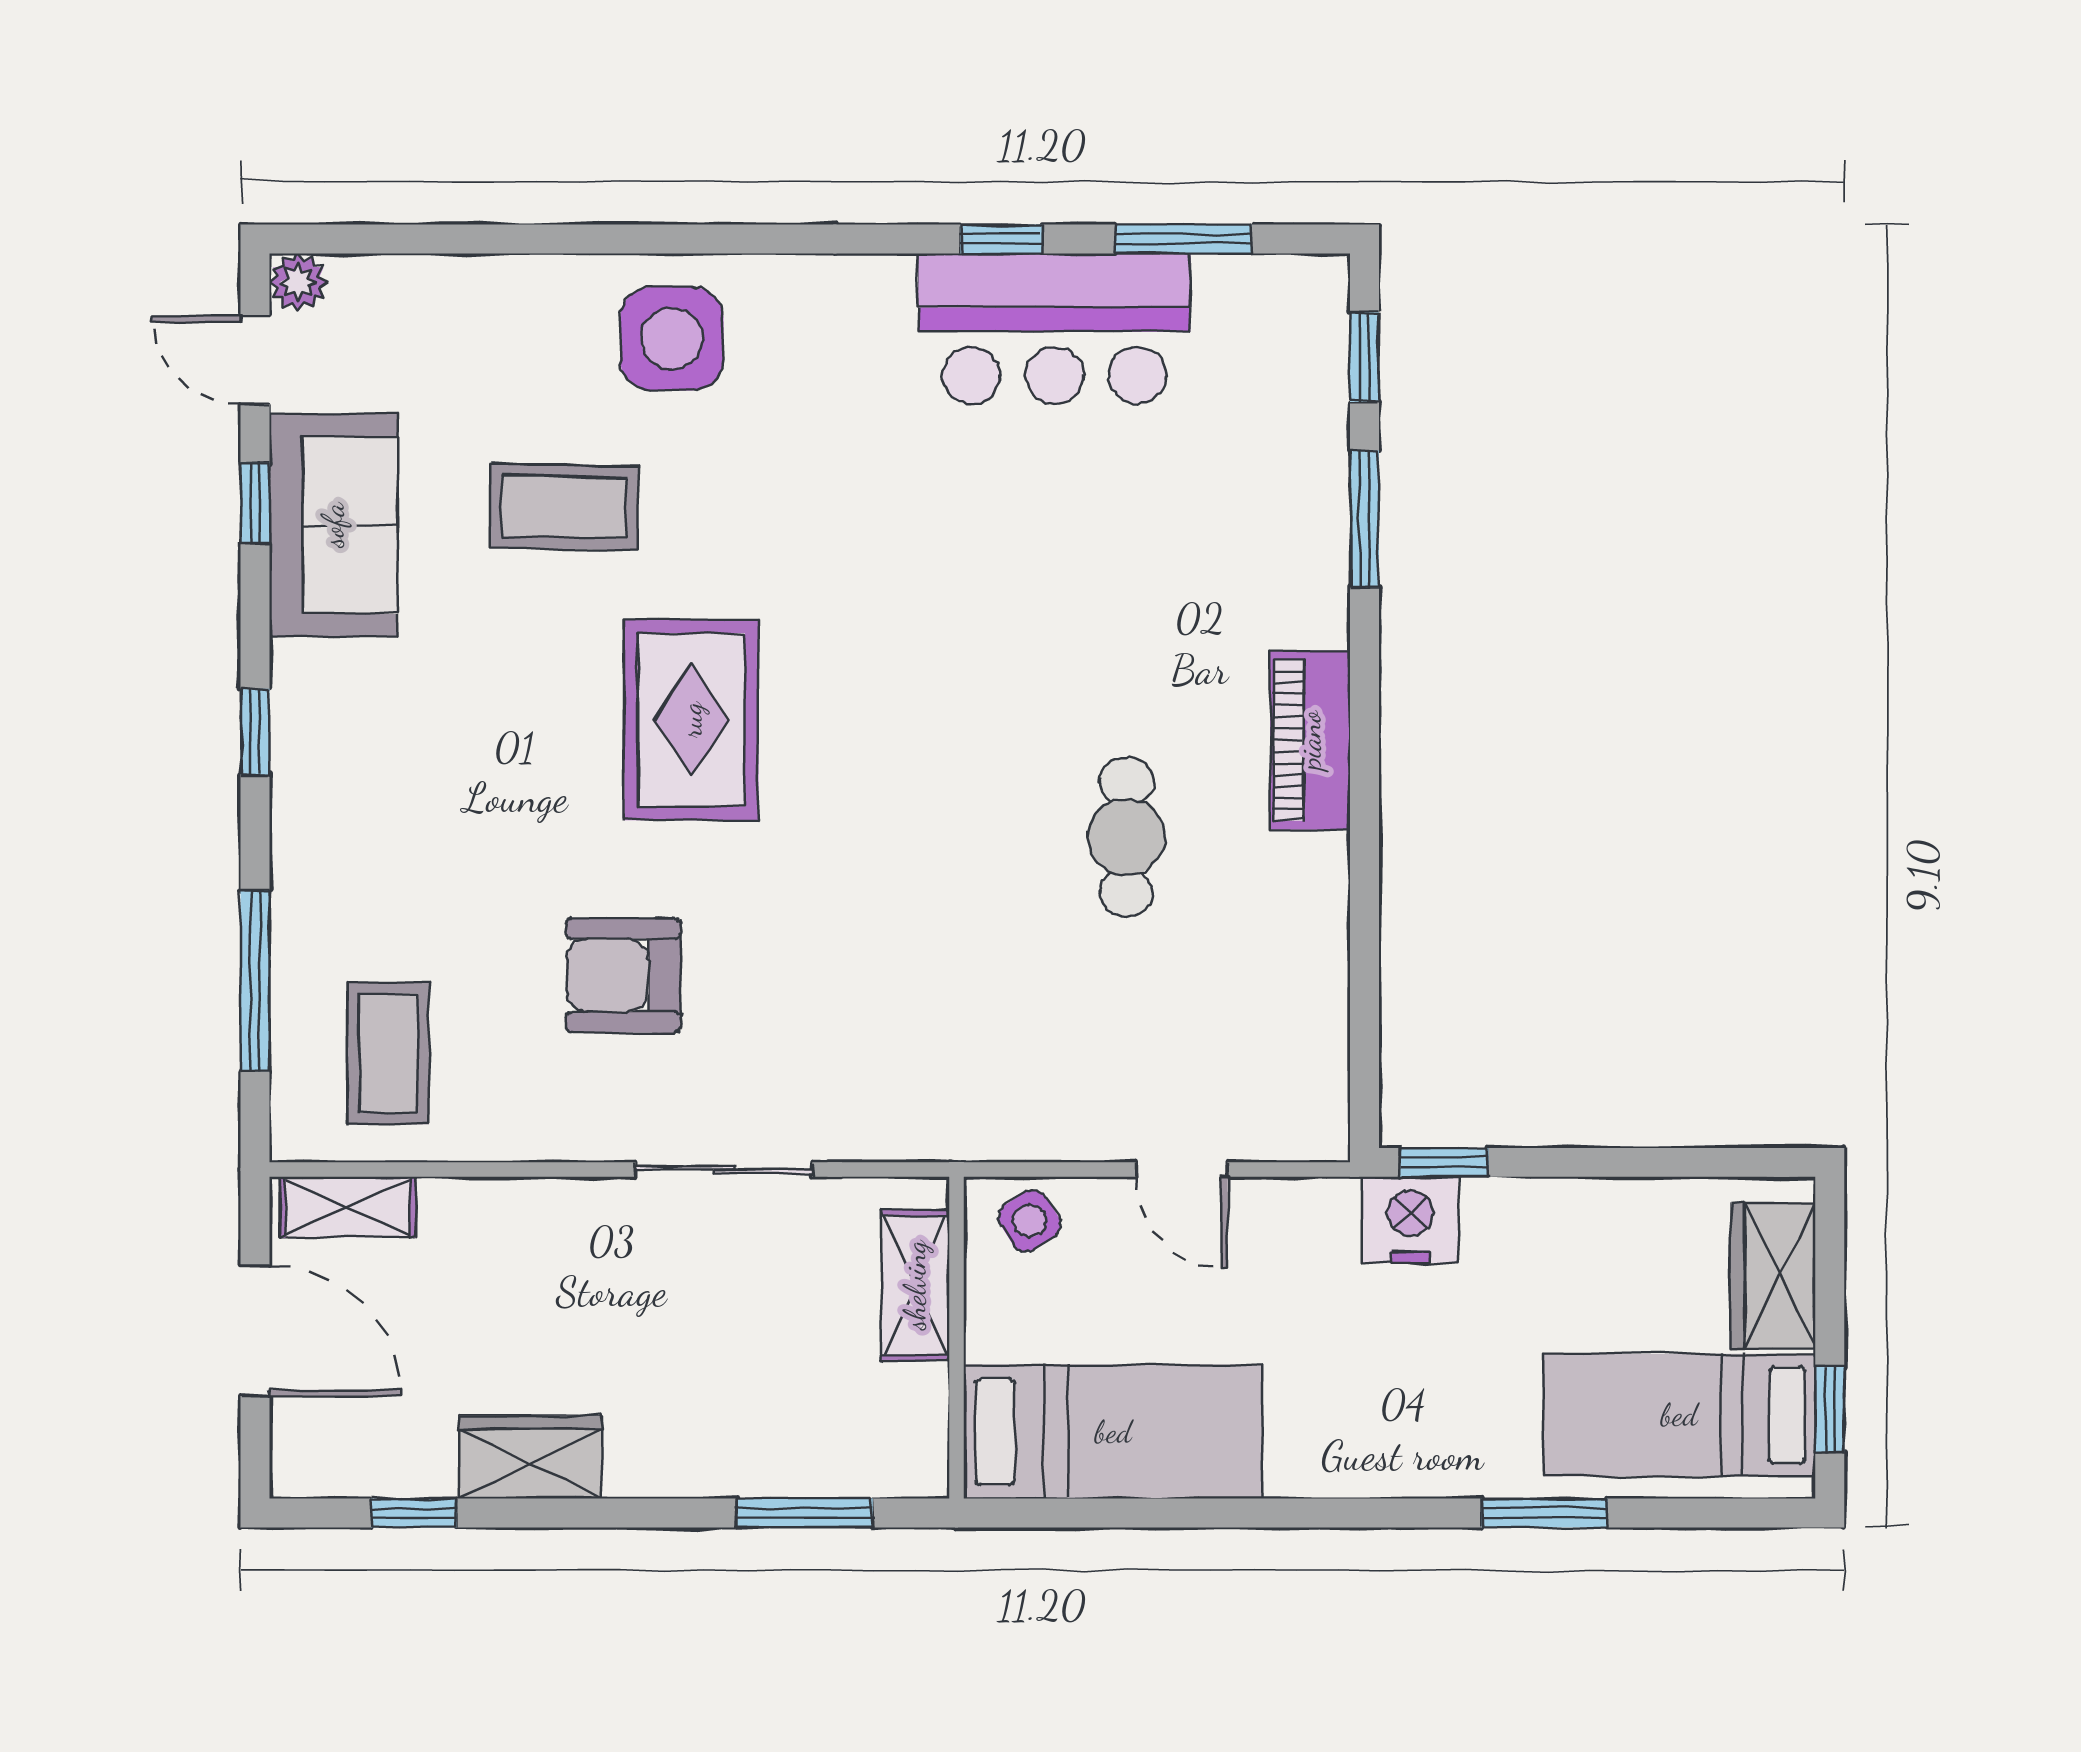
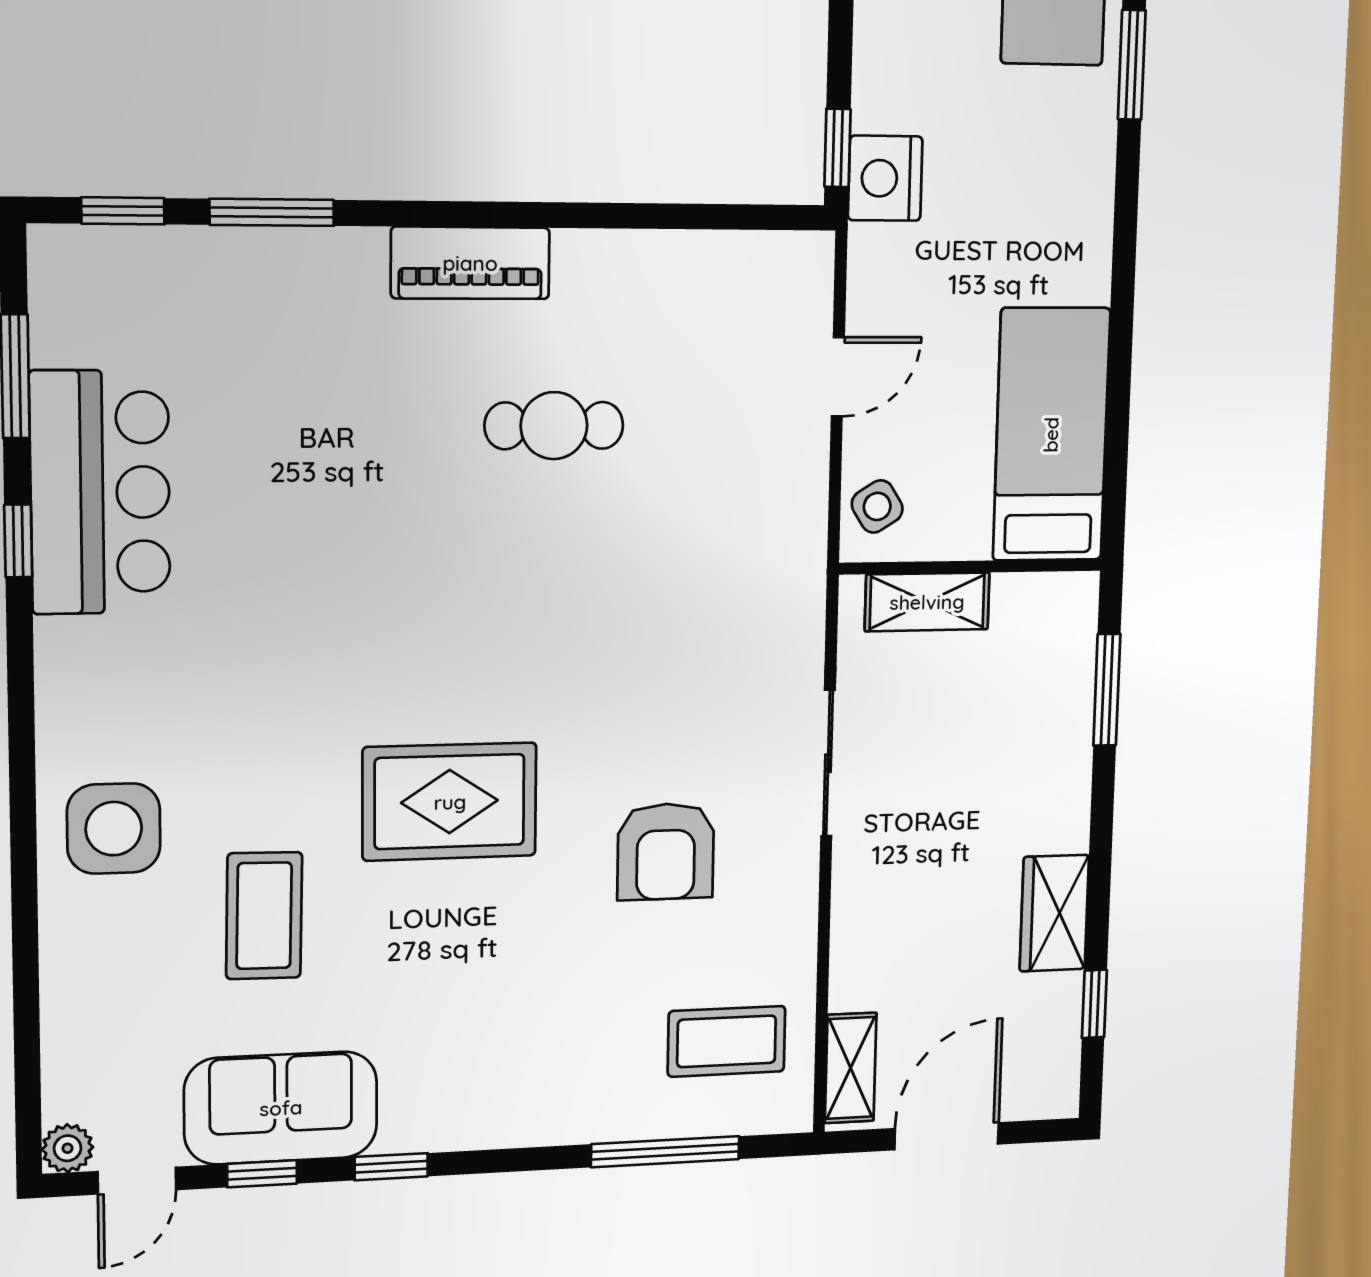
window: (255, 732) -> (391, 1167), moved

